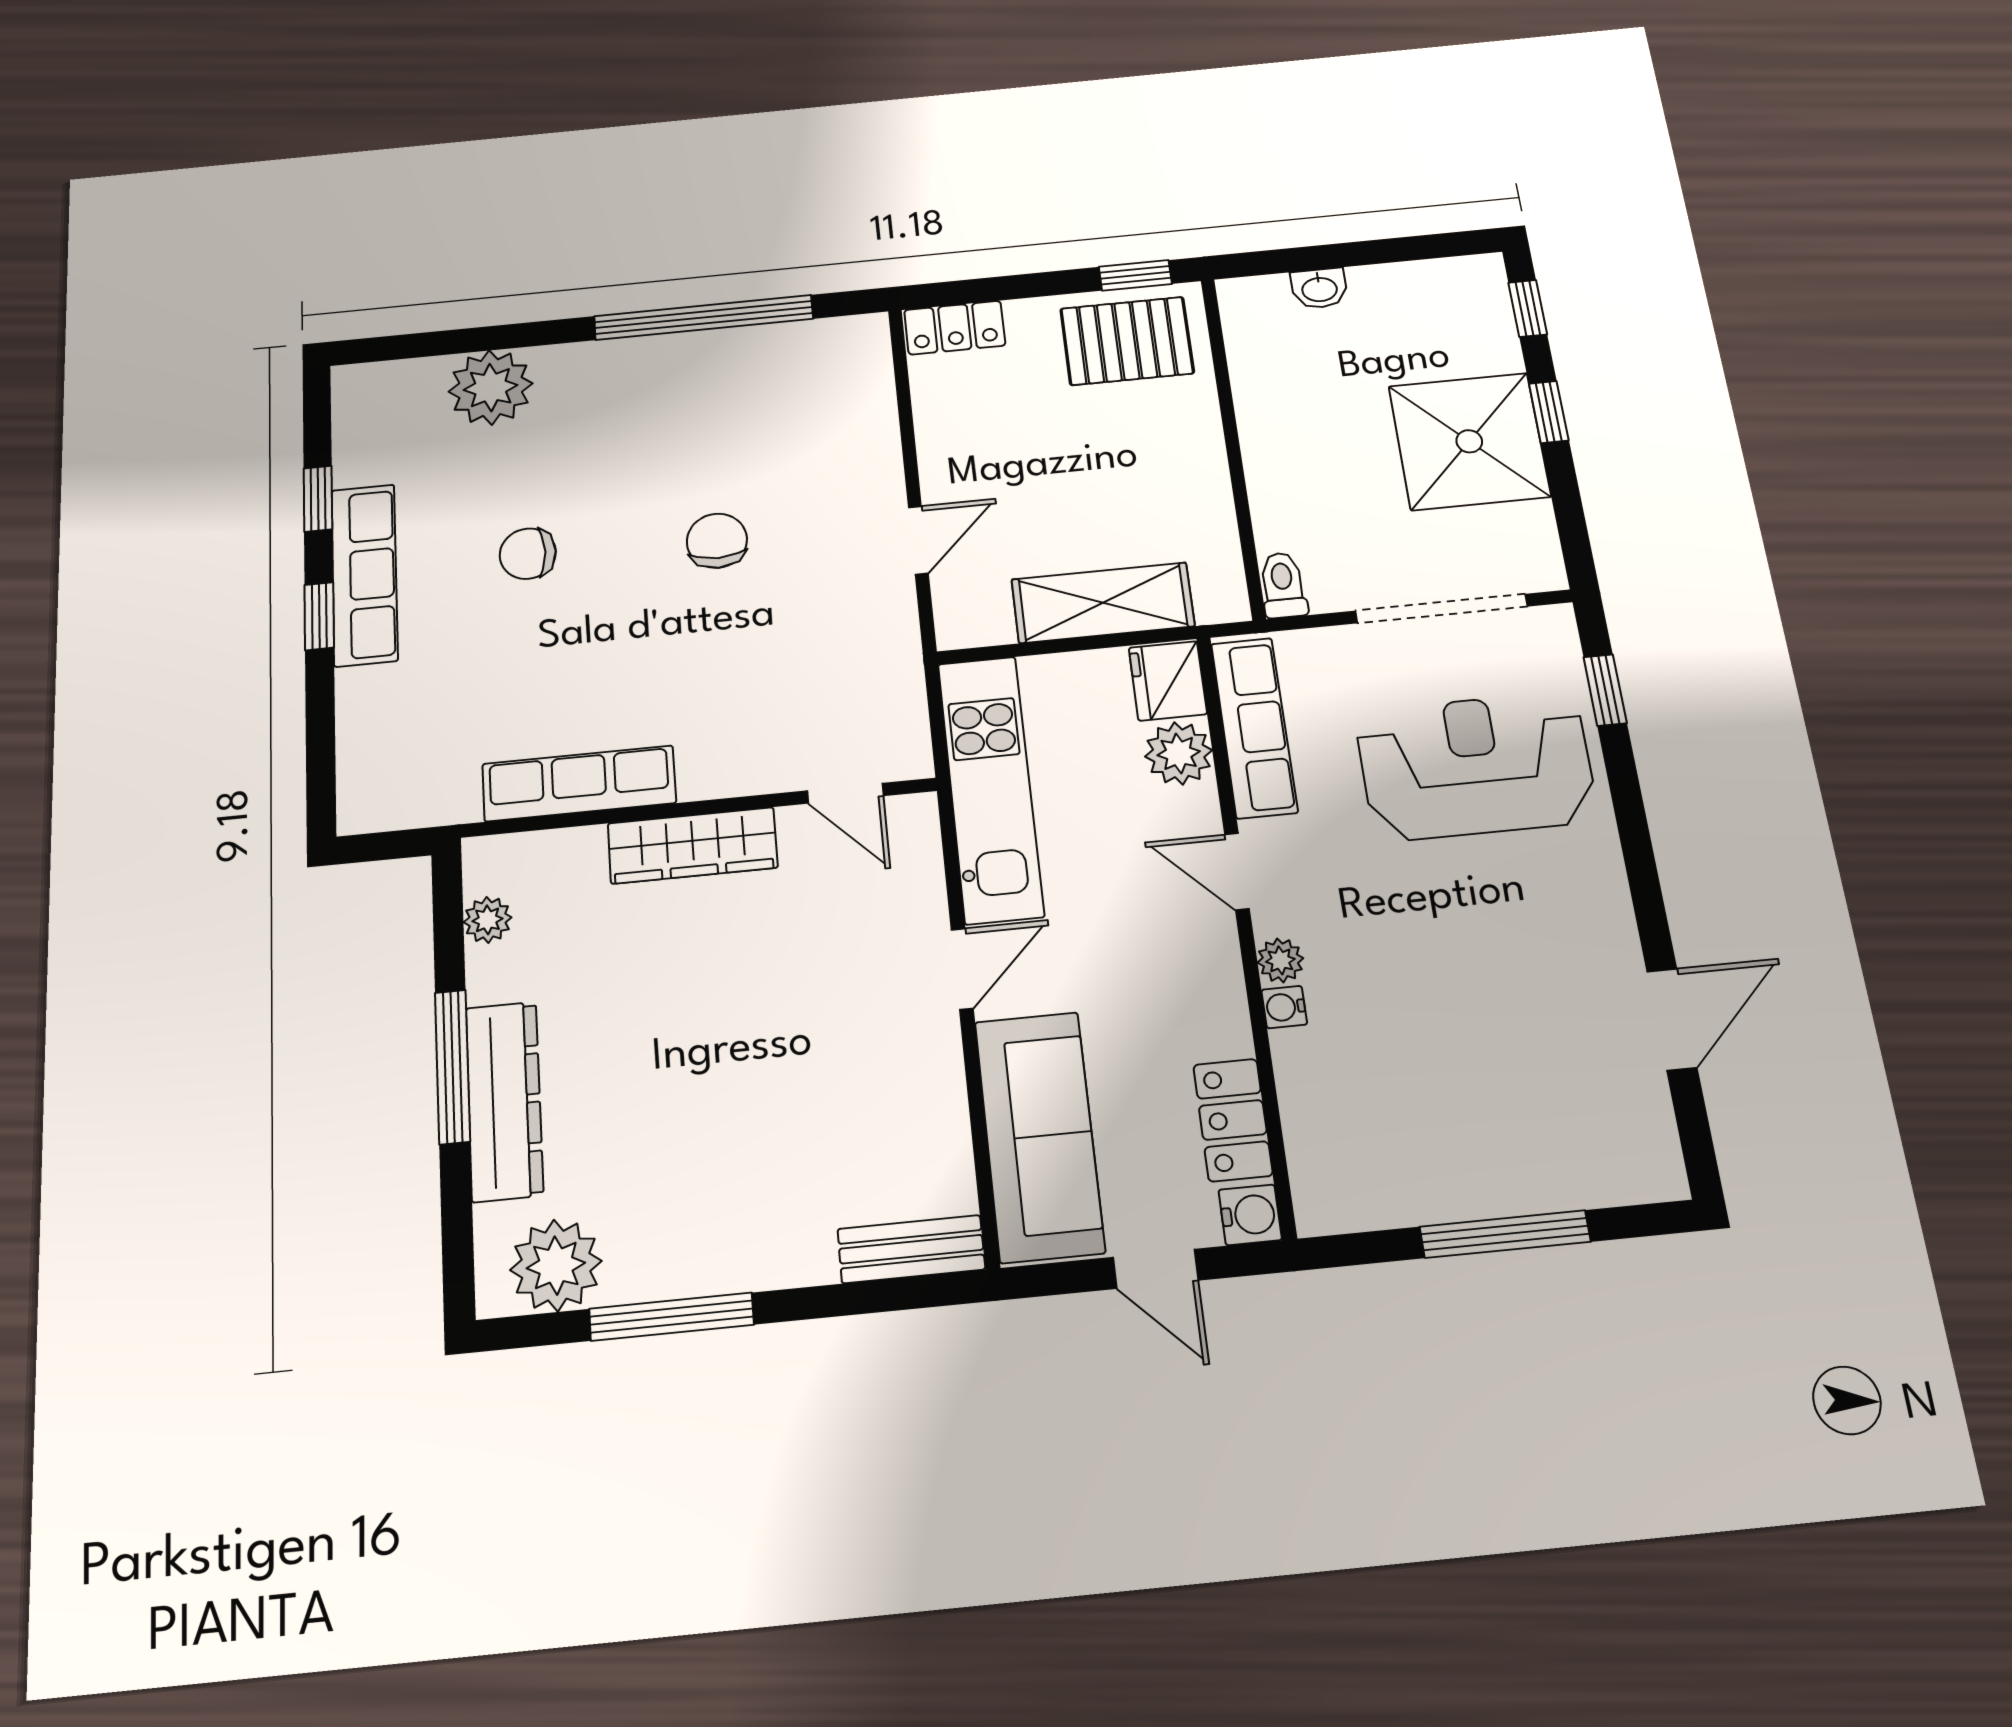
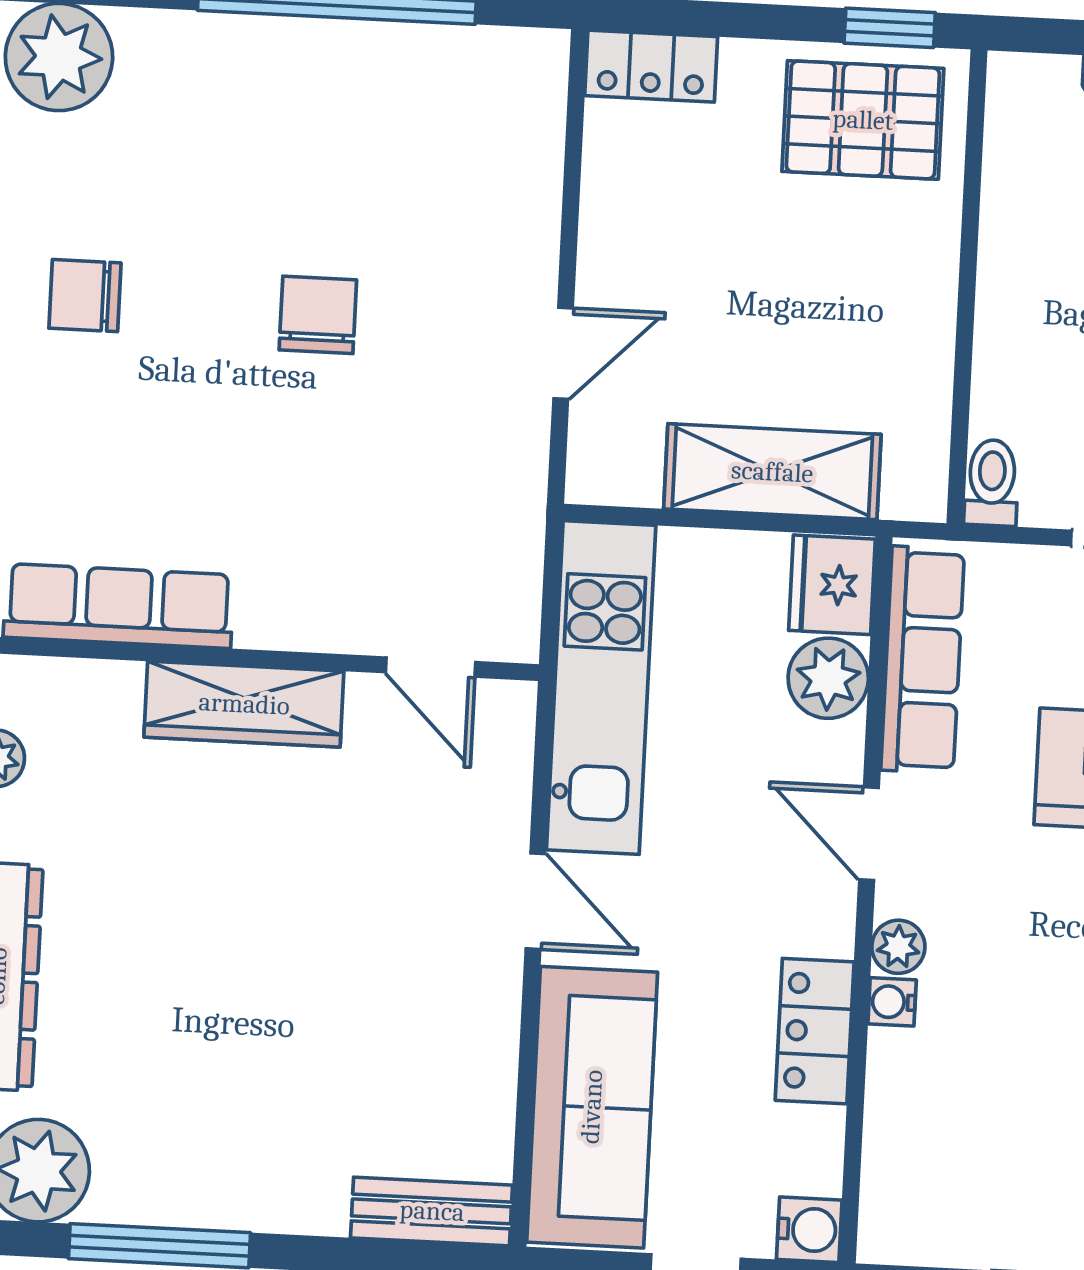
door: (962, 969) -> (535, 901), hinge flipped
locker: (1233, 1120) -> (815, 1031), moved

